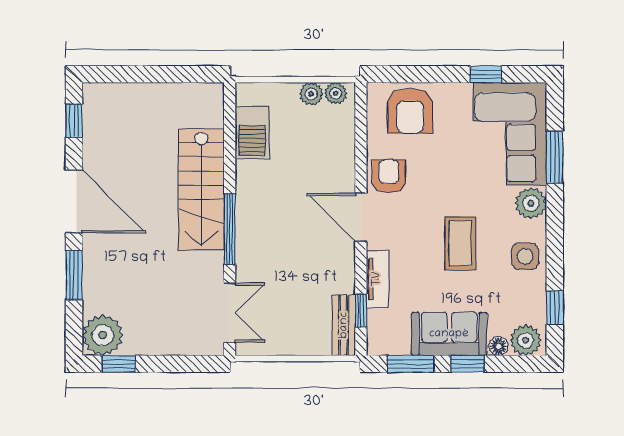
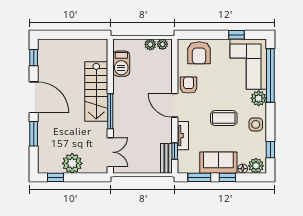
window: (555, 157) -> (270, 76), width x2.11
coffee table: (460, 243) -> (224, 118), turned 90
plant: (103, 335) -> (72, 163), moved

